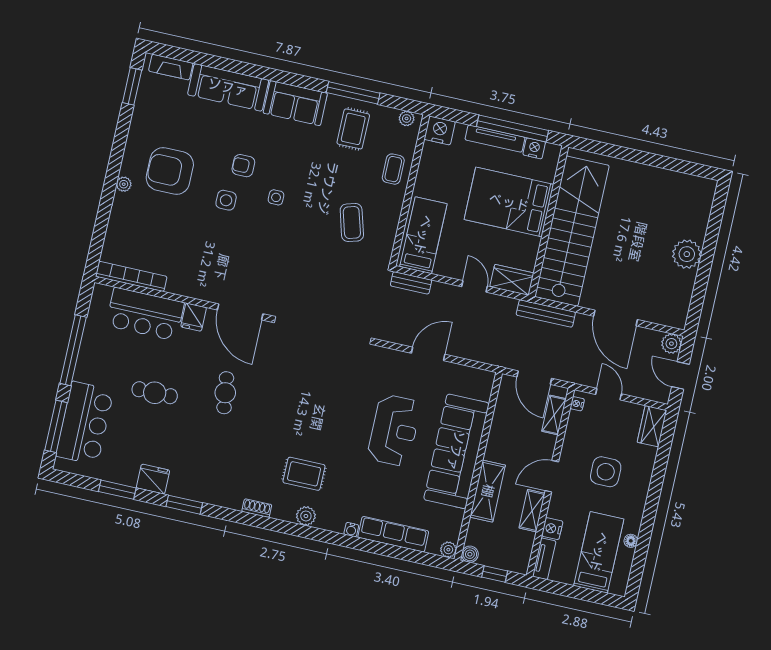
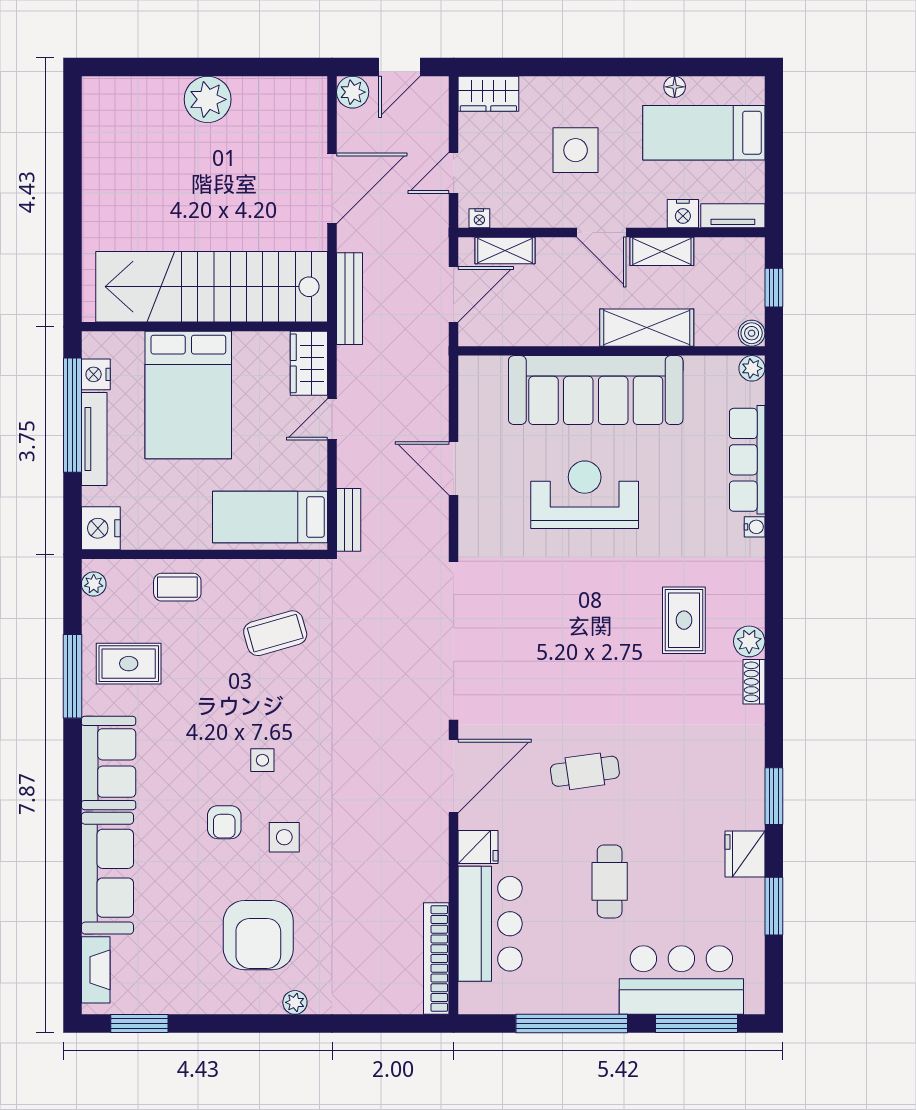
plant: (306, 516) -> (749, 641), moved

